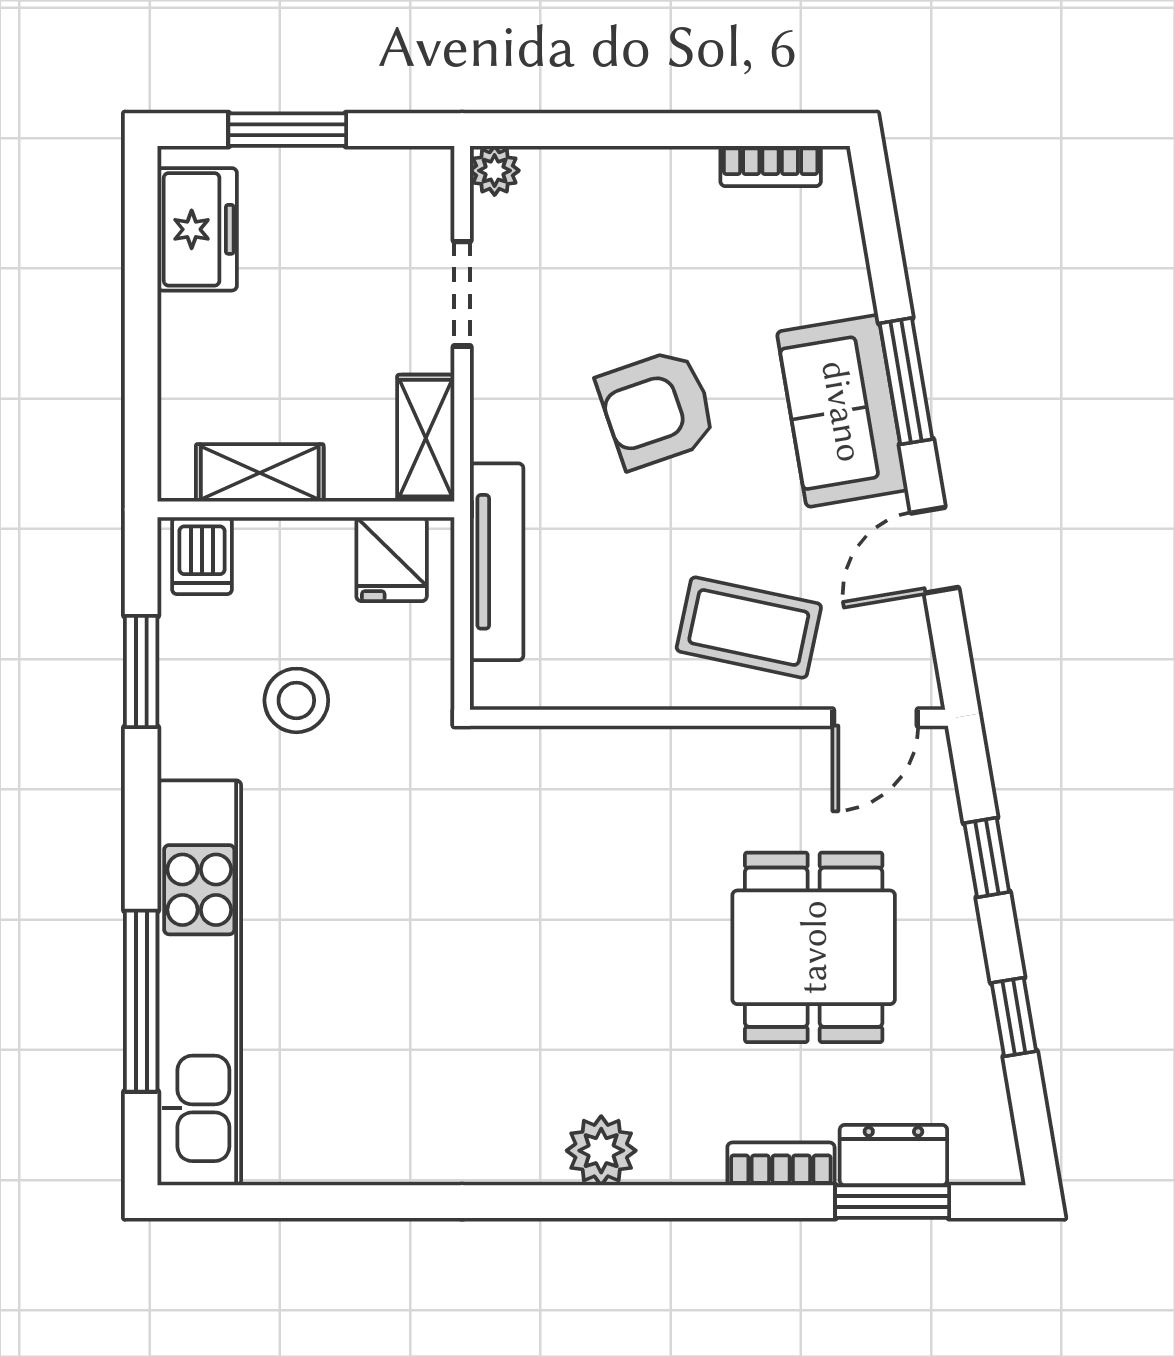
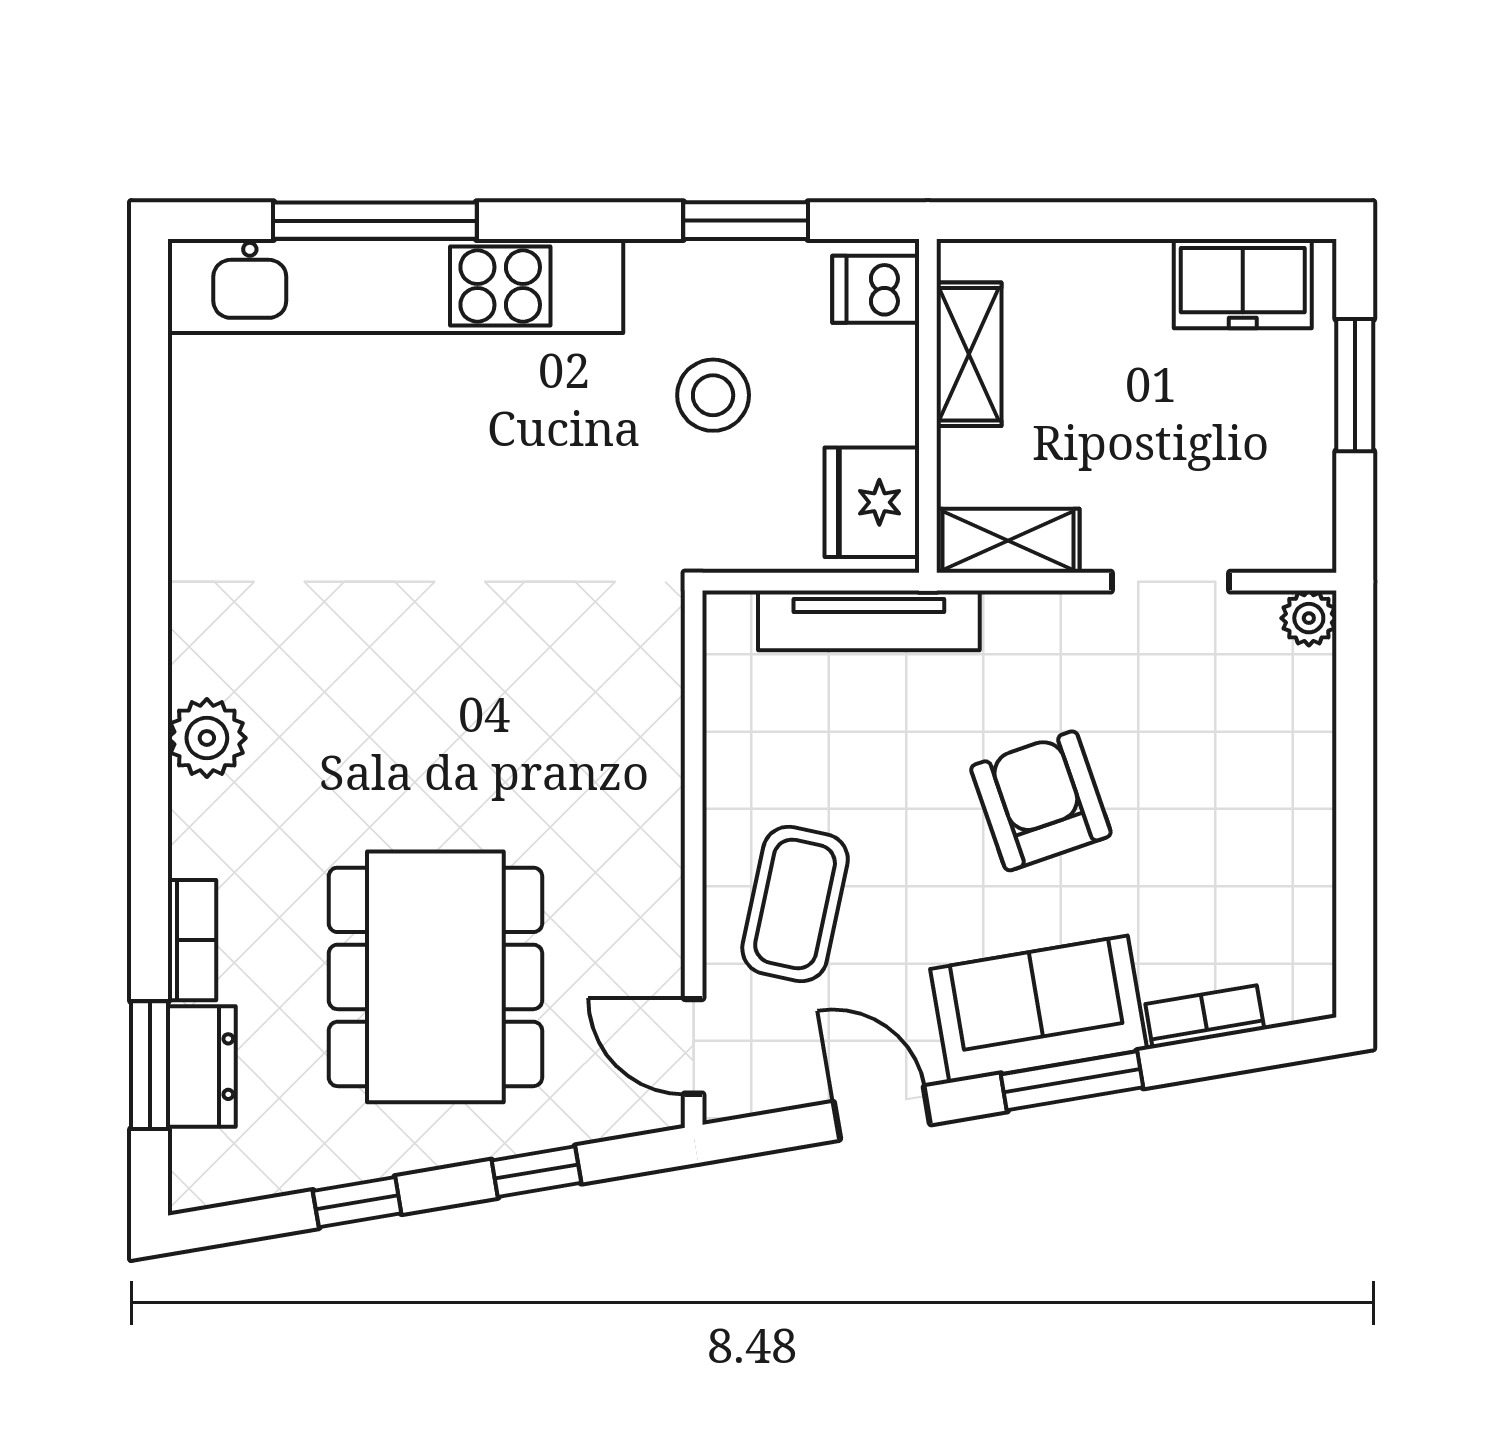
bookcase: (771, 166) -> (1205, 1017), moved, turned 80
fridge: (392, 559) -> (872, 502), width x1.38
dining table: (814, 947) -> (435, 977), width x1.38

